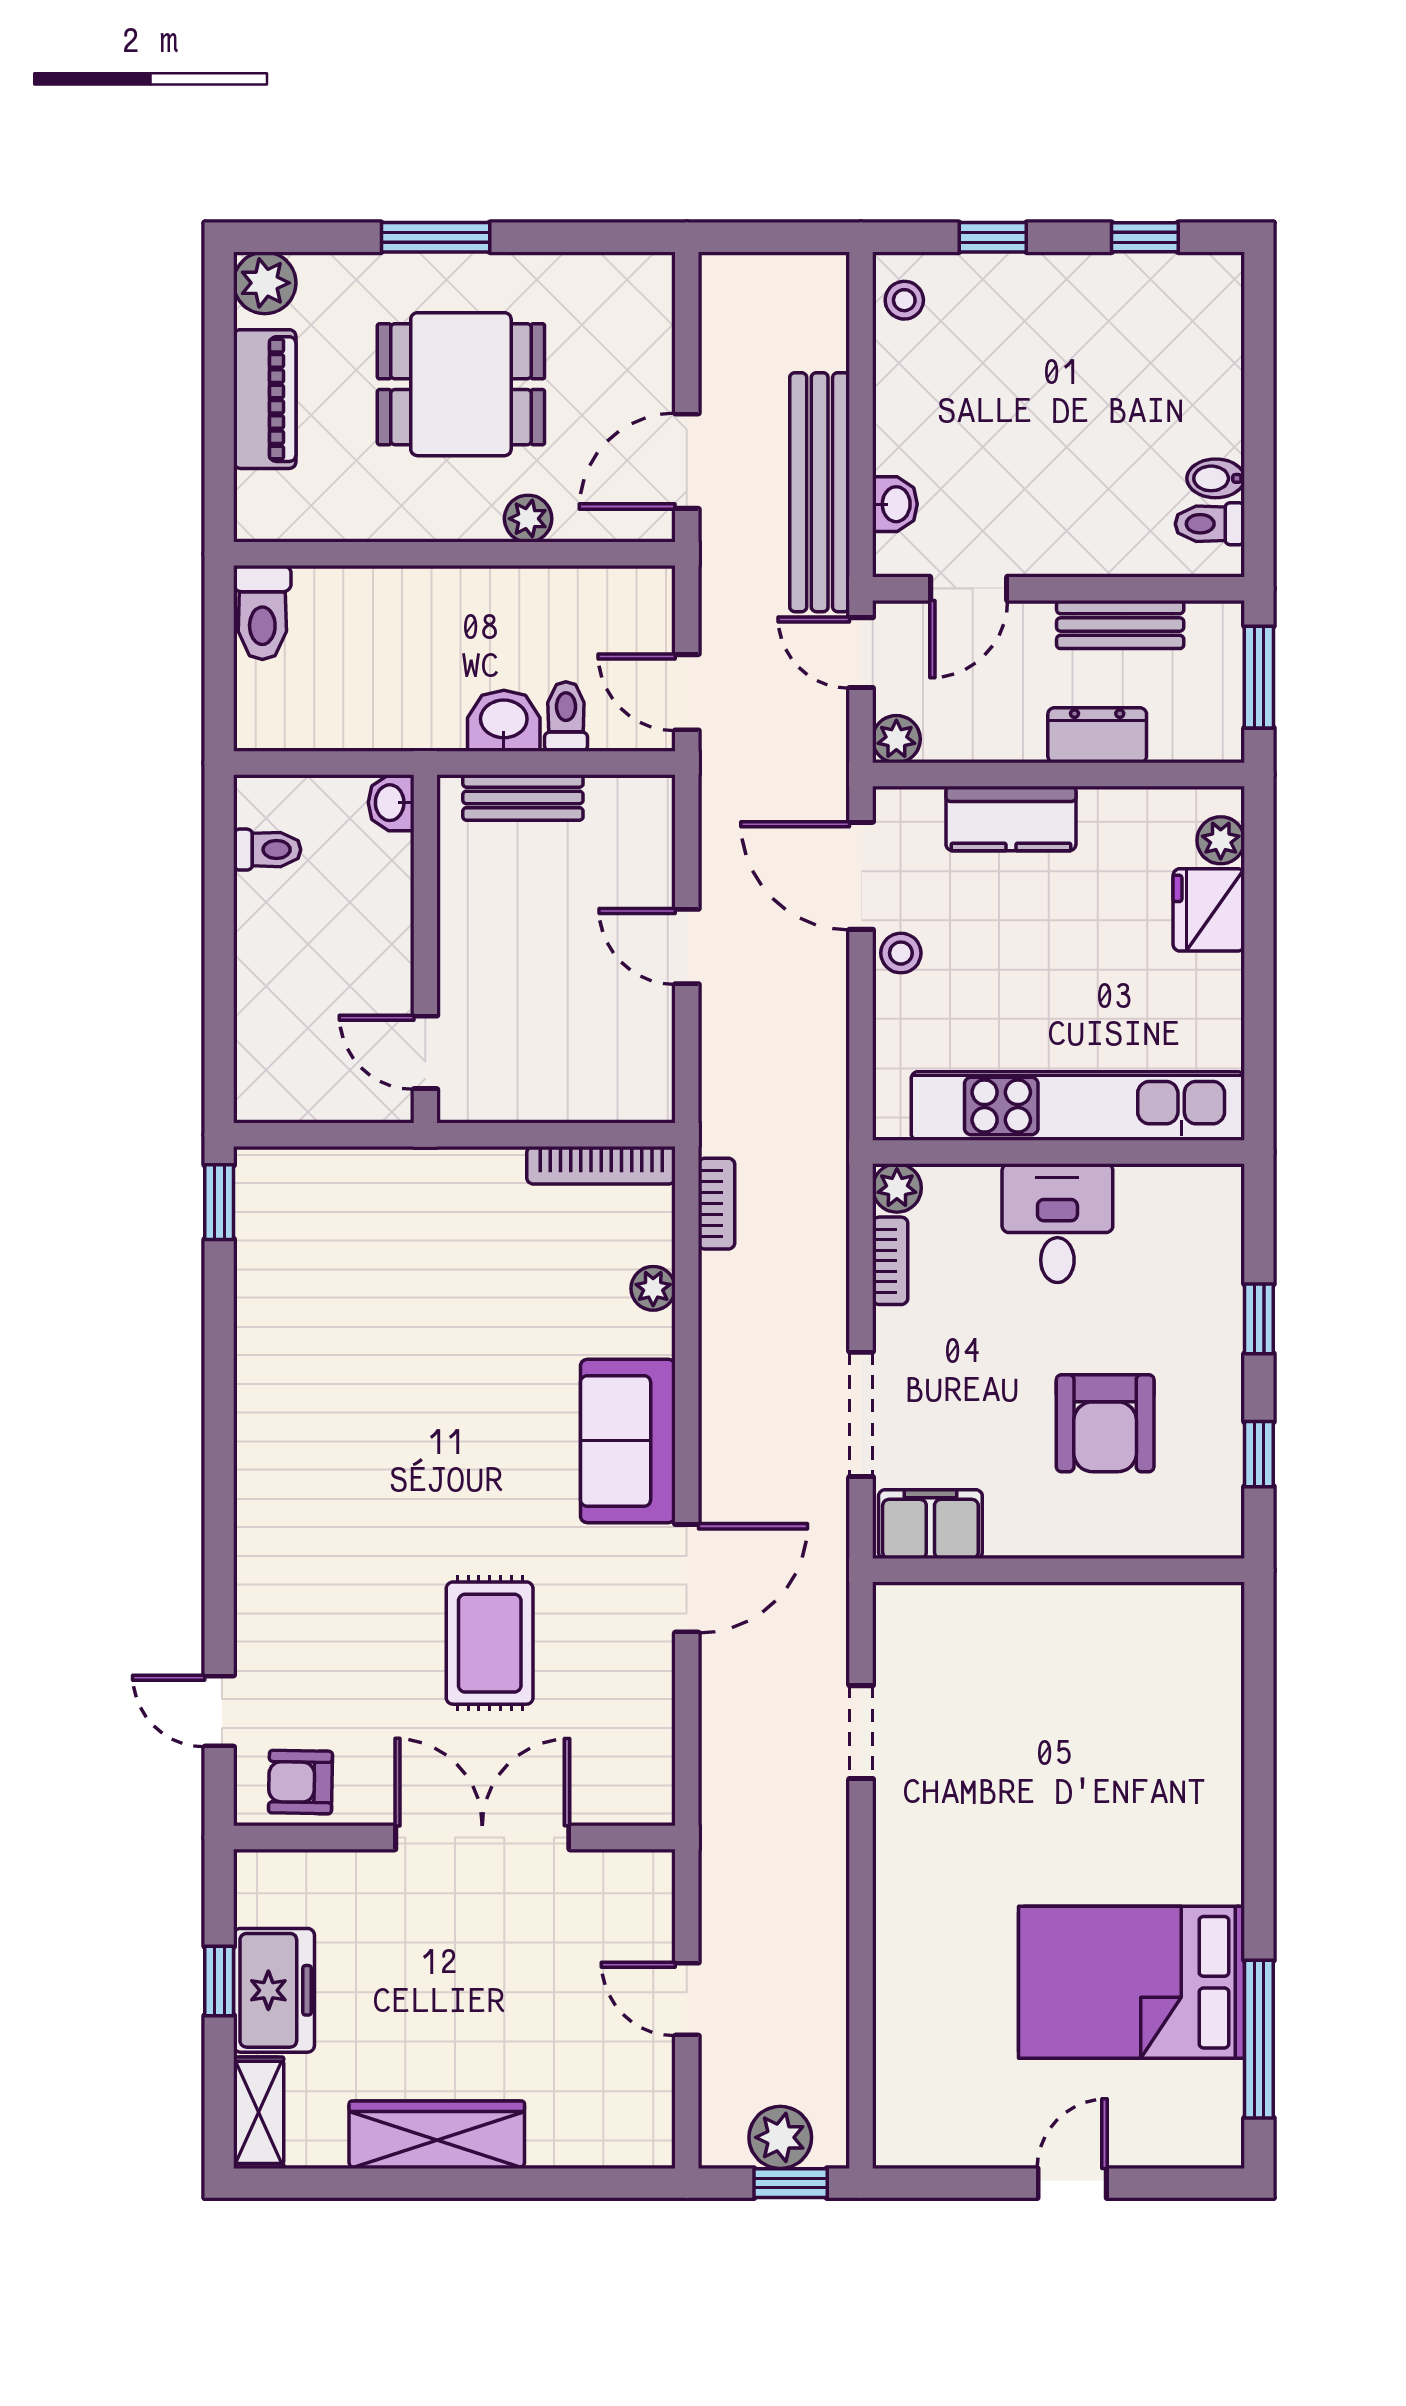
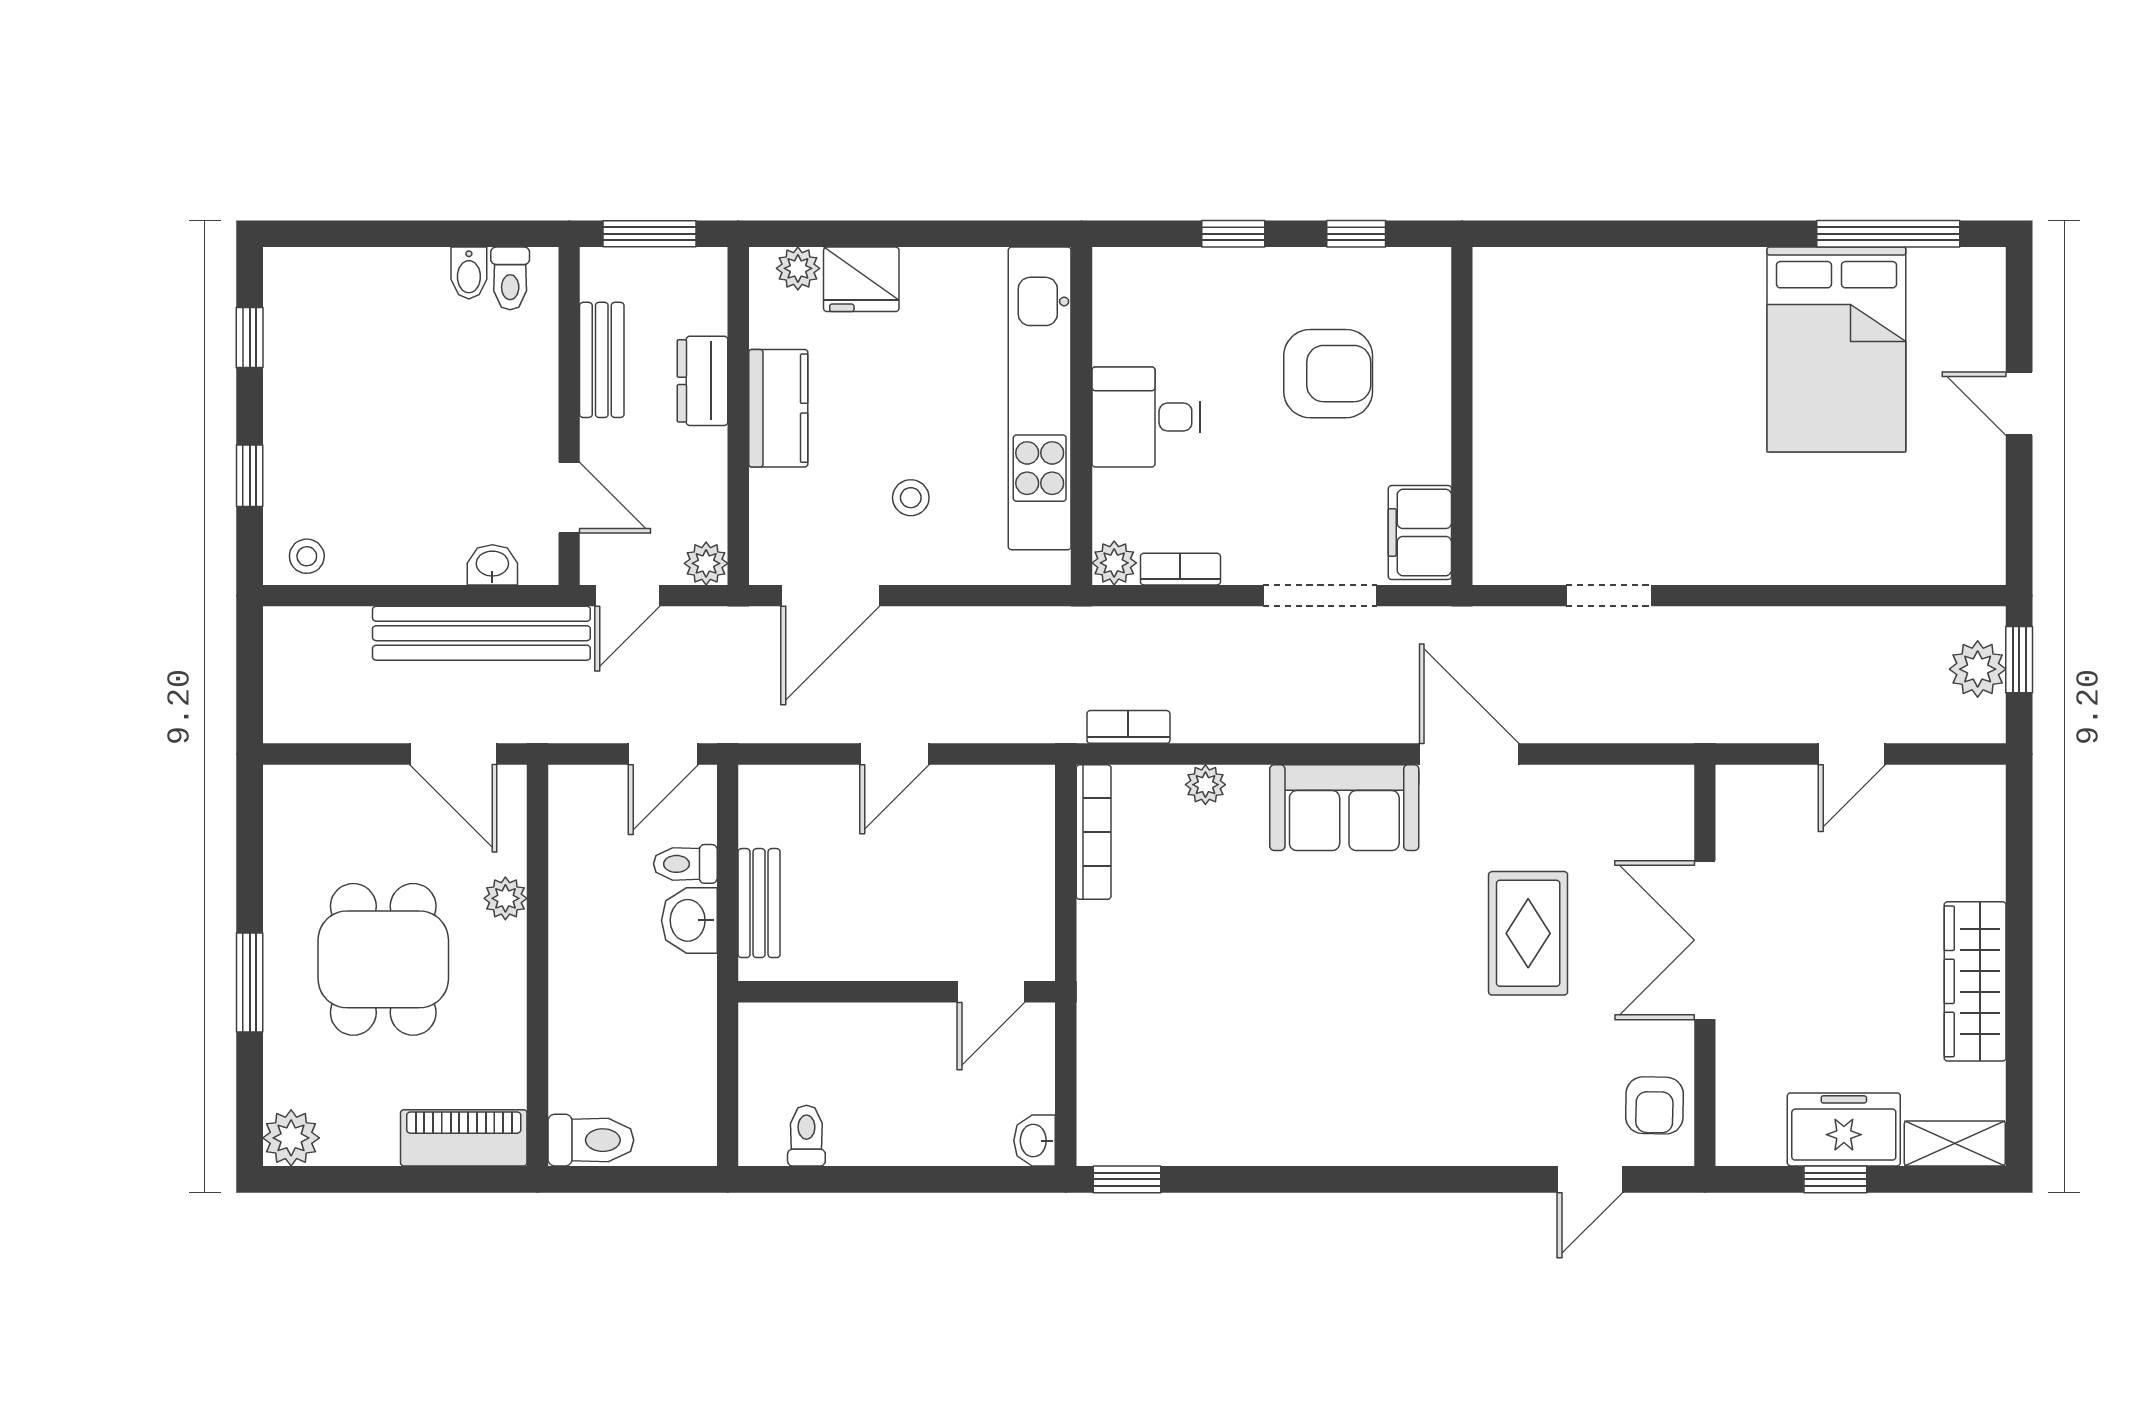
piano: (265, 399) -> (464, 1138), moved
washbasin: (391, 803) -> (1034, 1141), moved, turned 90
kitchen counter: (1011, 819) -> (778, 408), moved
stool: (901, 953) -> (911, 498), moved
rug: (490, 1643) -> (1528, 933), turned 90

